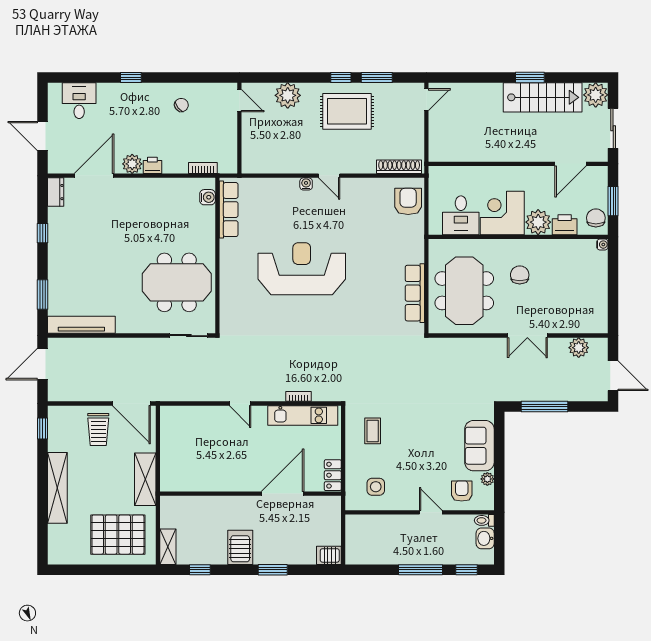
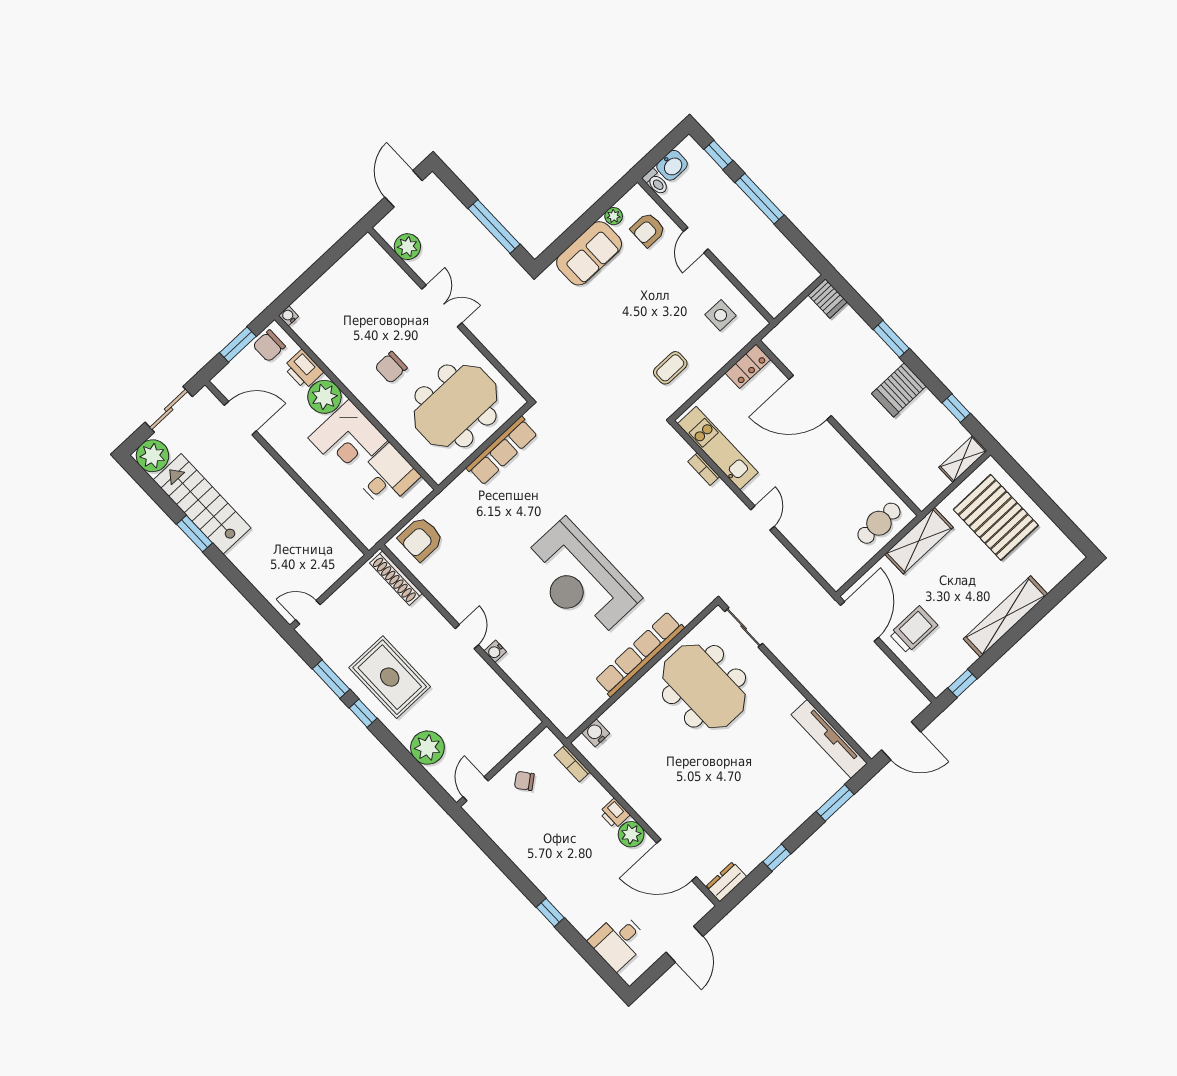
chair: (181, 105) -> (524, 781), moved
row of seats: (229, 210) -> (640, 654), moved, width x1.36
cafe table: (176, 466) -> (879, 523), added

